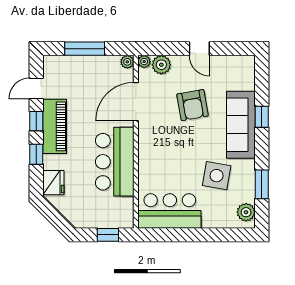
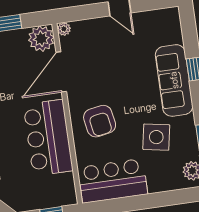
plant: (127, 62) -> (41, 39), width x1.88, depth x1.88
plant: (161, 65) -> (82, 30), removed
armchair: (193, 105) -> (100, 121), moved

